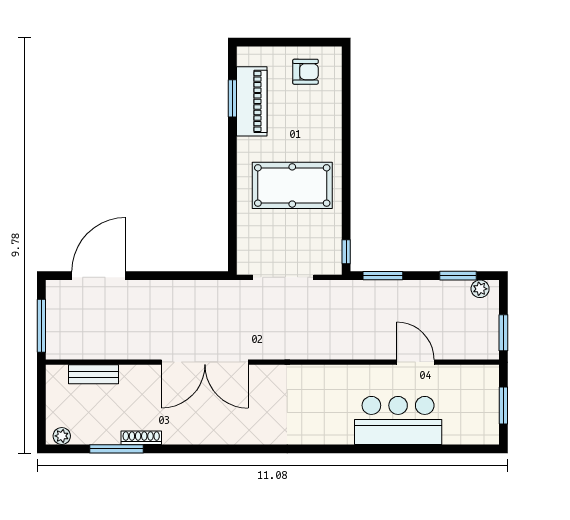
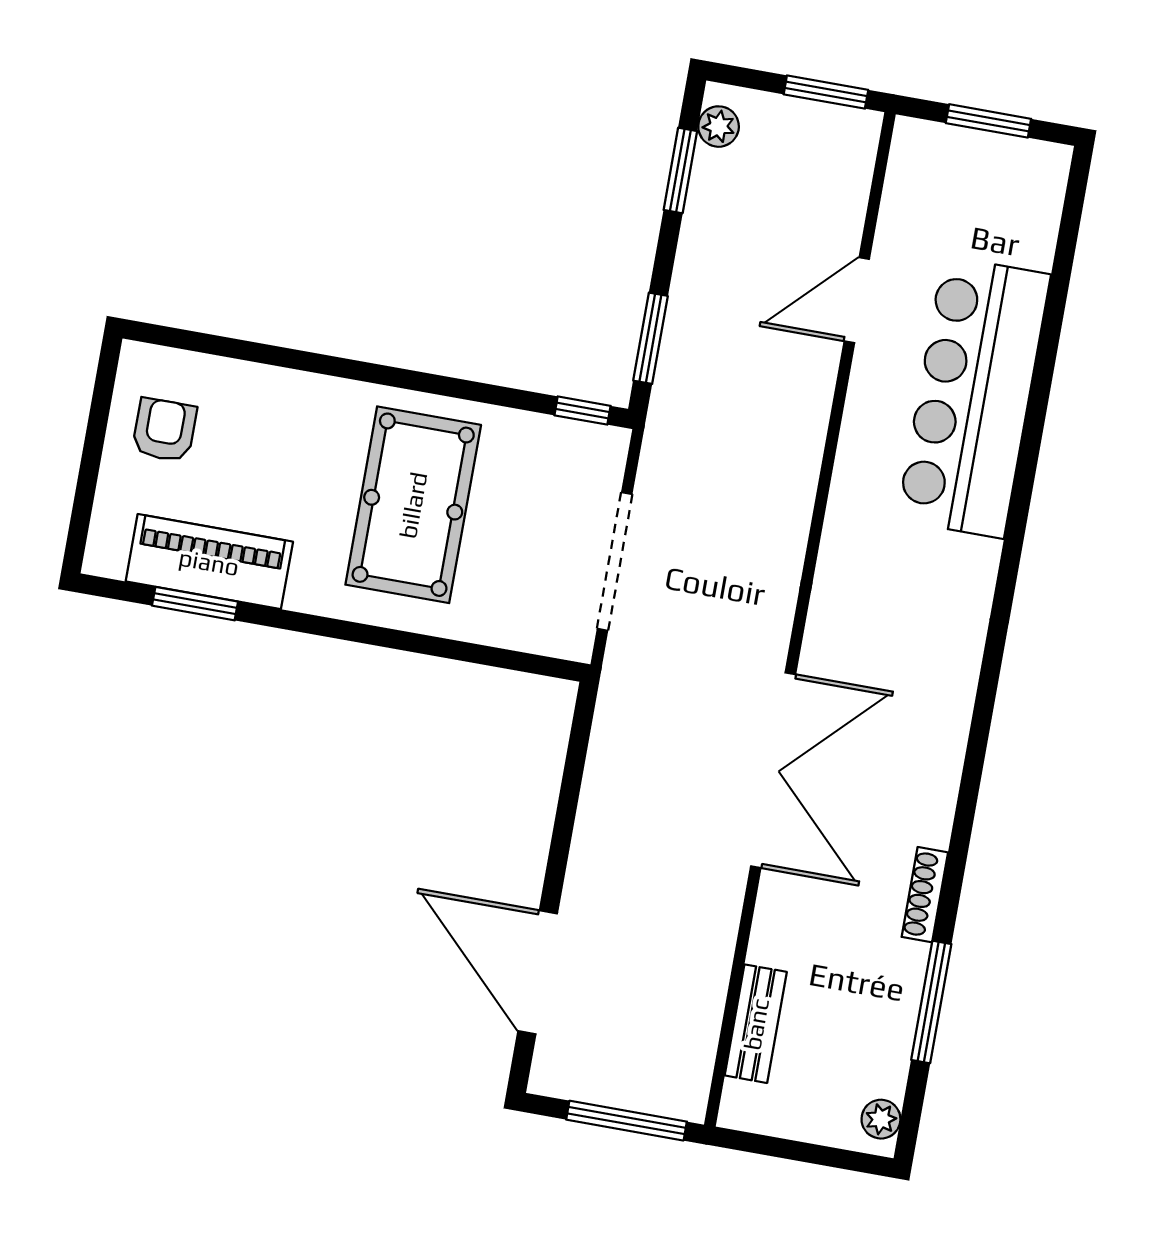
bar counter: (398, 420) -> (974, 397), width x1.36
shoe rack: (141, 438) -> (925, 895), moved

